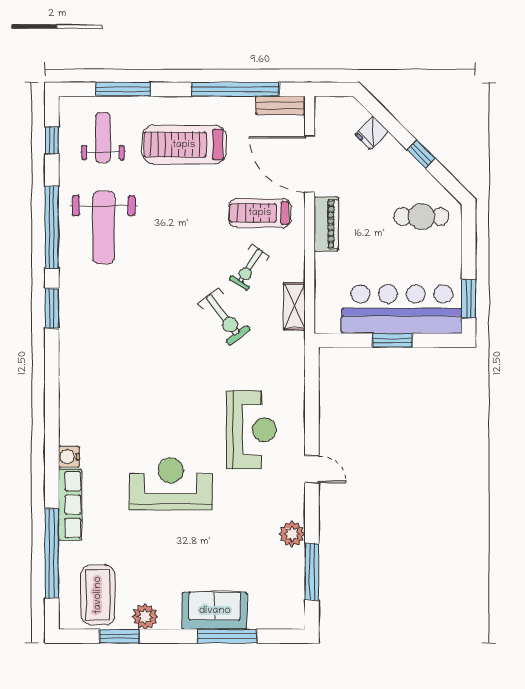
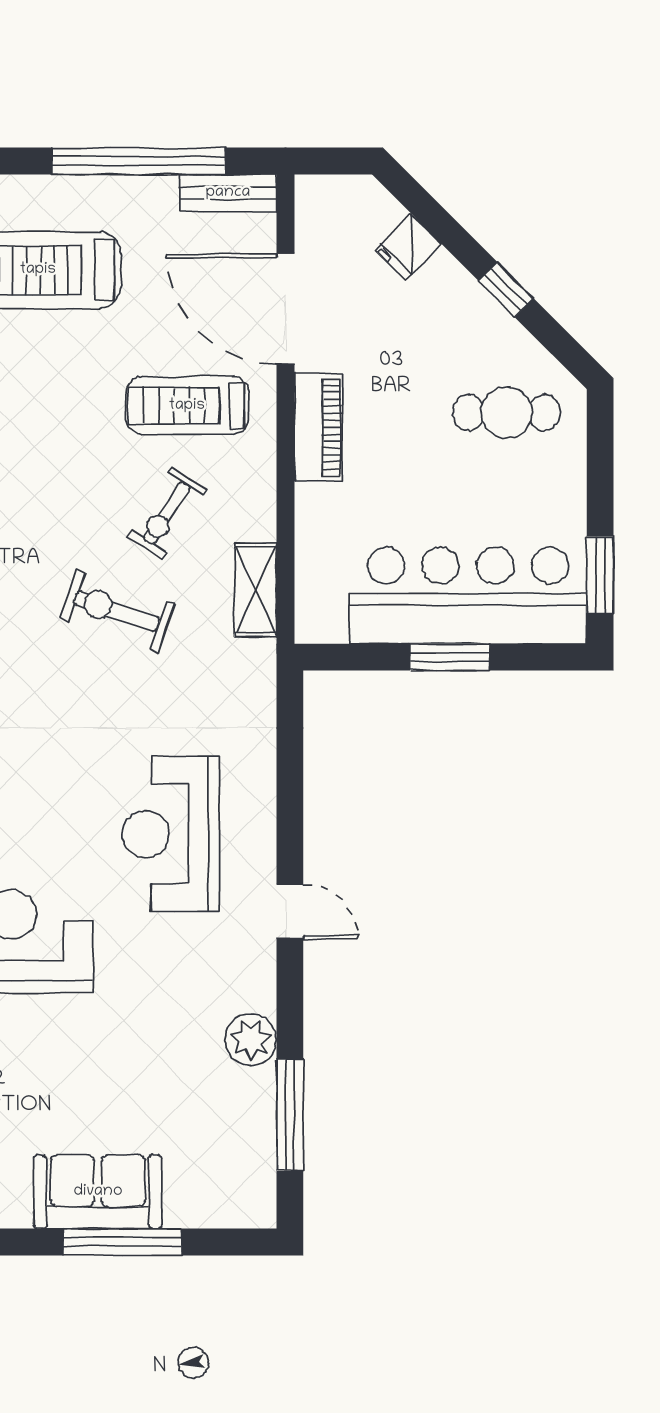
exercise bike: (224, 317) -> (117, 611), turned 146
reception desk: (252, 430) -> (171, 834), turned 180

